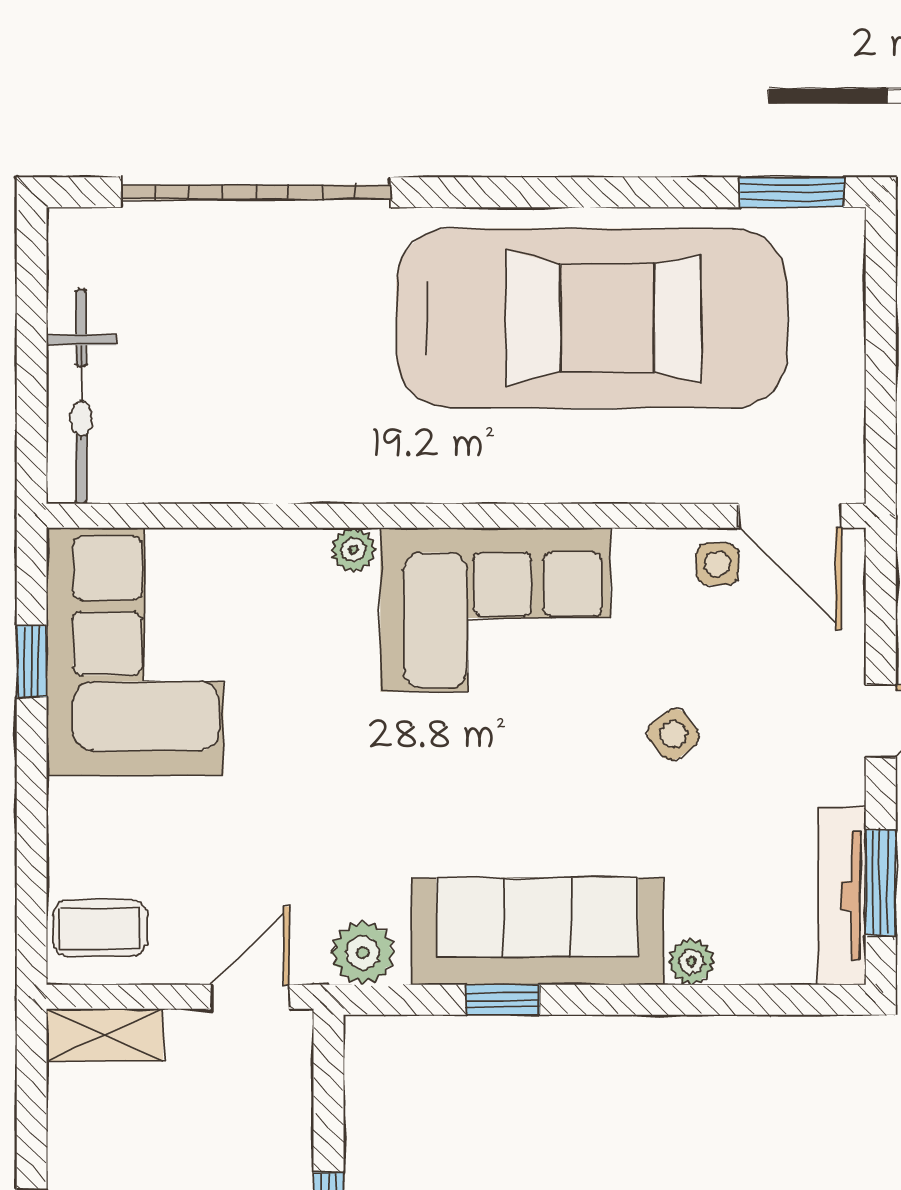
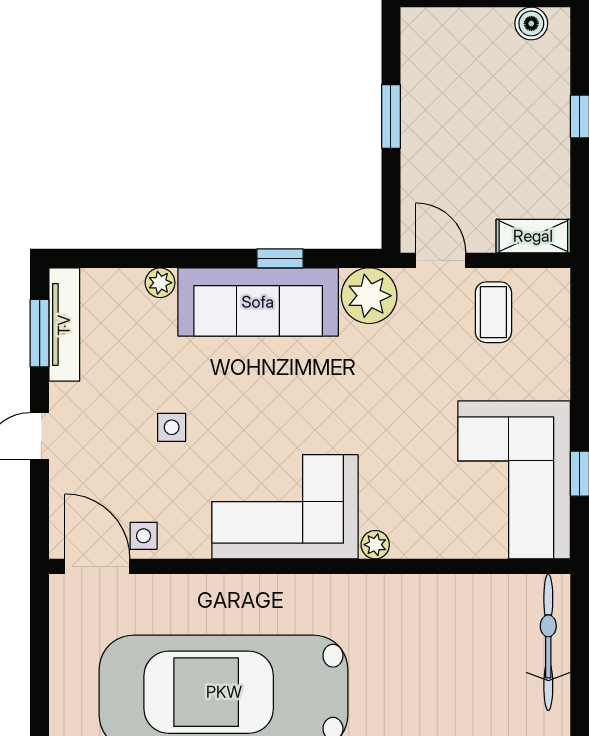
side table: (673, 734) -> (172, 427), turned 38
coffee table: (100, 928) -> (493, 312), moved, turned 90
plant: (363, 953) -> (369, 296), width x1.36, depth x1.36
door: (250, 997) -> (441, 260), swing flipped

